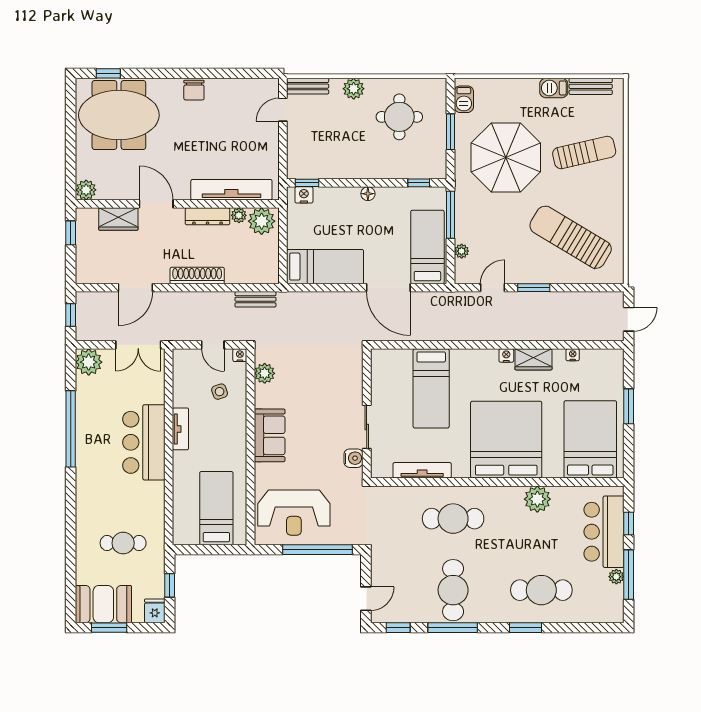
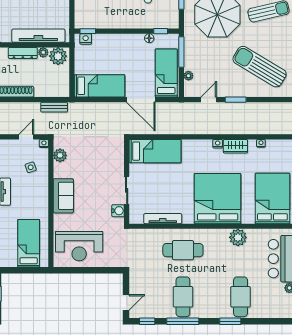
floor lamp: (368, 194) -> (149, 38), moved
door: (213, 345) -> (26, 137), swing flipped
bed: (431, 388) -> (155, 151), moved, turned -90
window: (318, 550) -> (95, 270), removed
cafe table: (541, 590) -> (241, 297), turned 90

